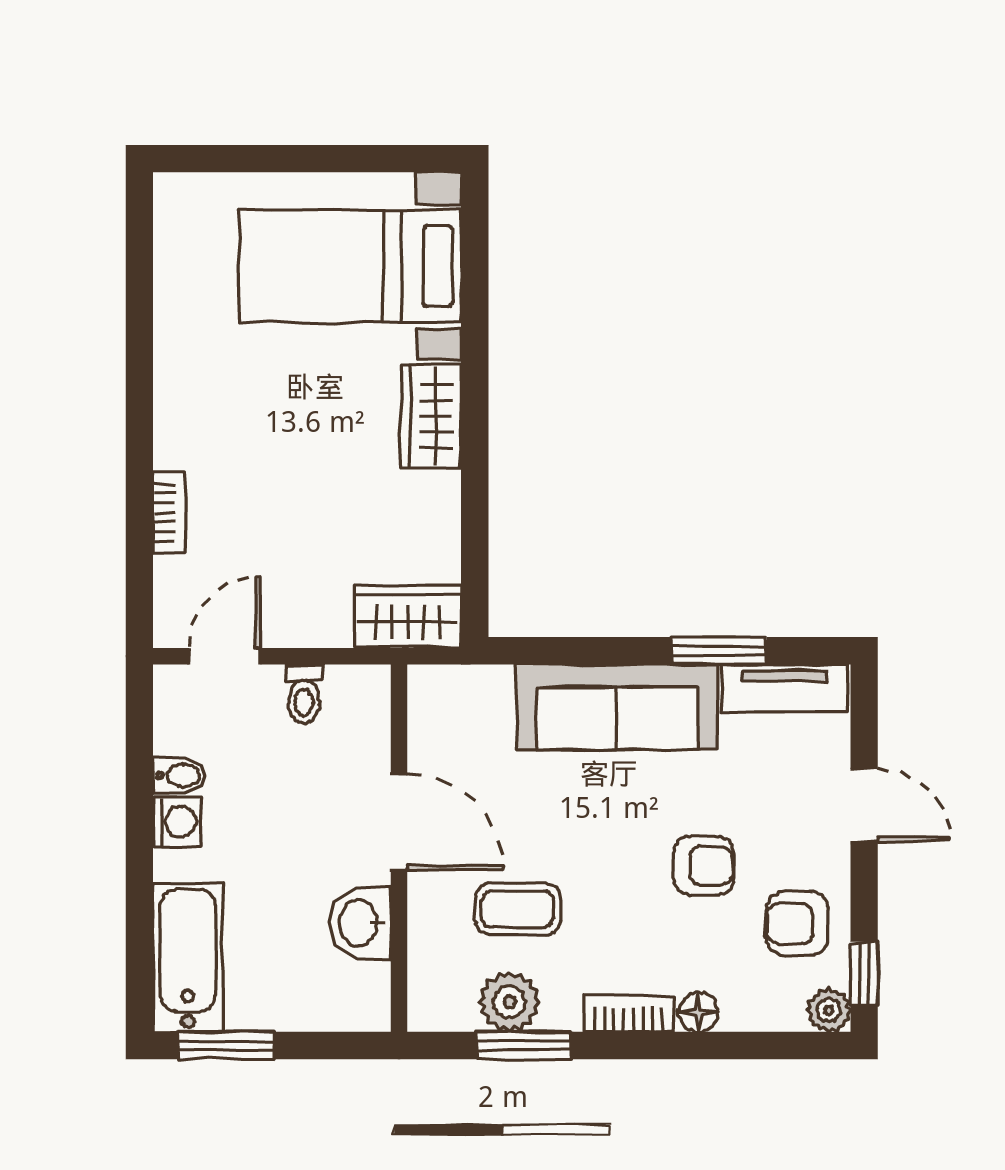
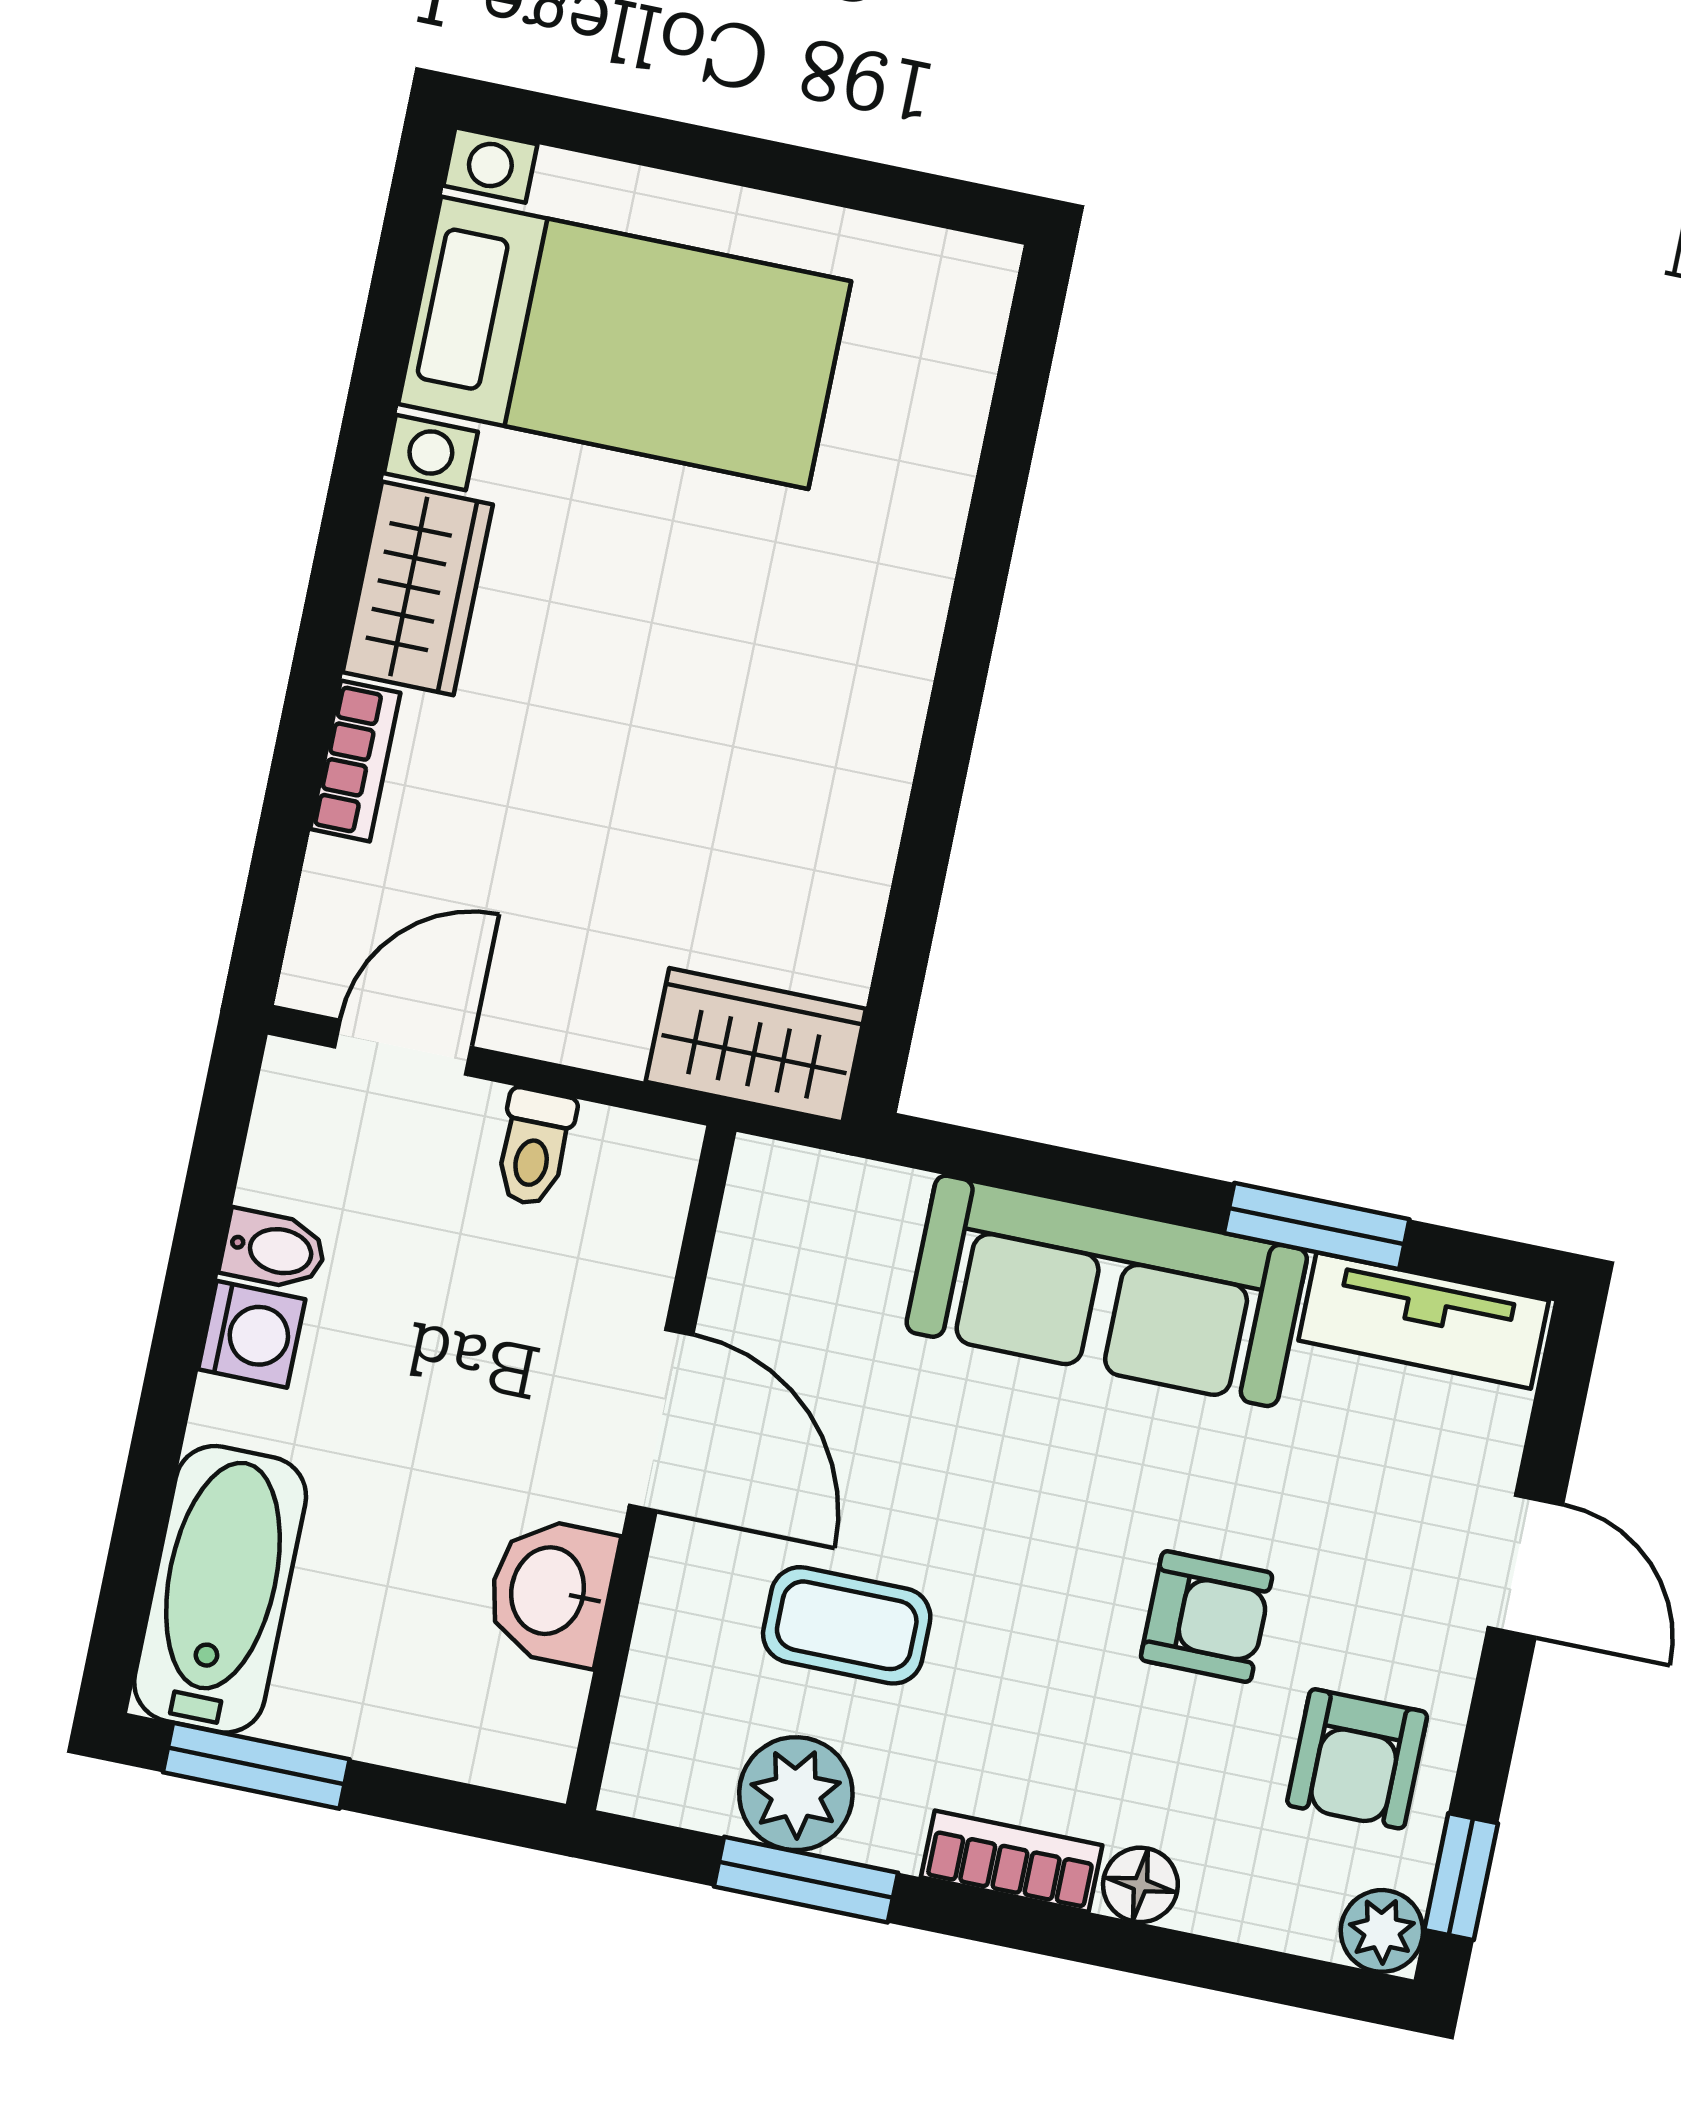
bed with nightstands: (350, 266) -> (625, 343), moved, turned 180
wardrobe: (431, 416) -> (418, 588), moved, turned 180
armchair: (797, 923) -> (1357, 1759), turned -90

